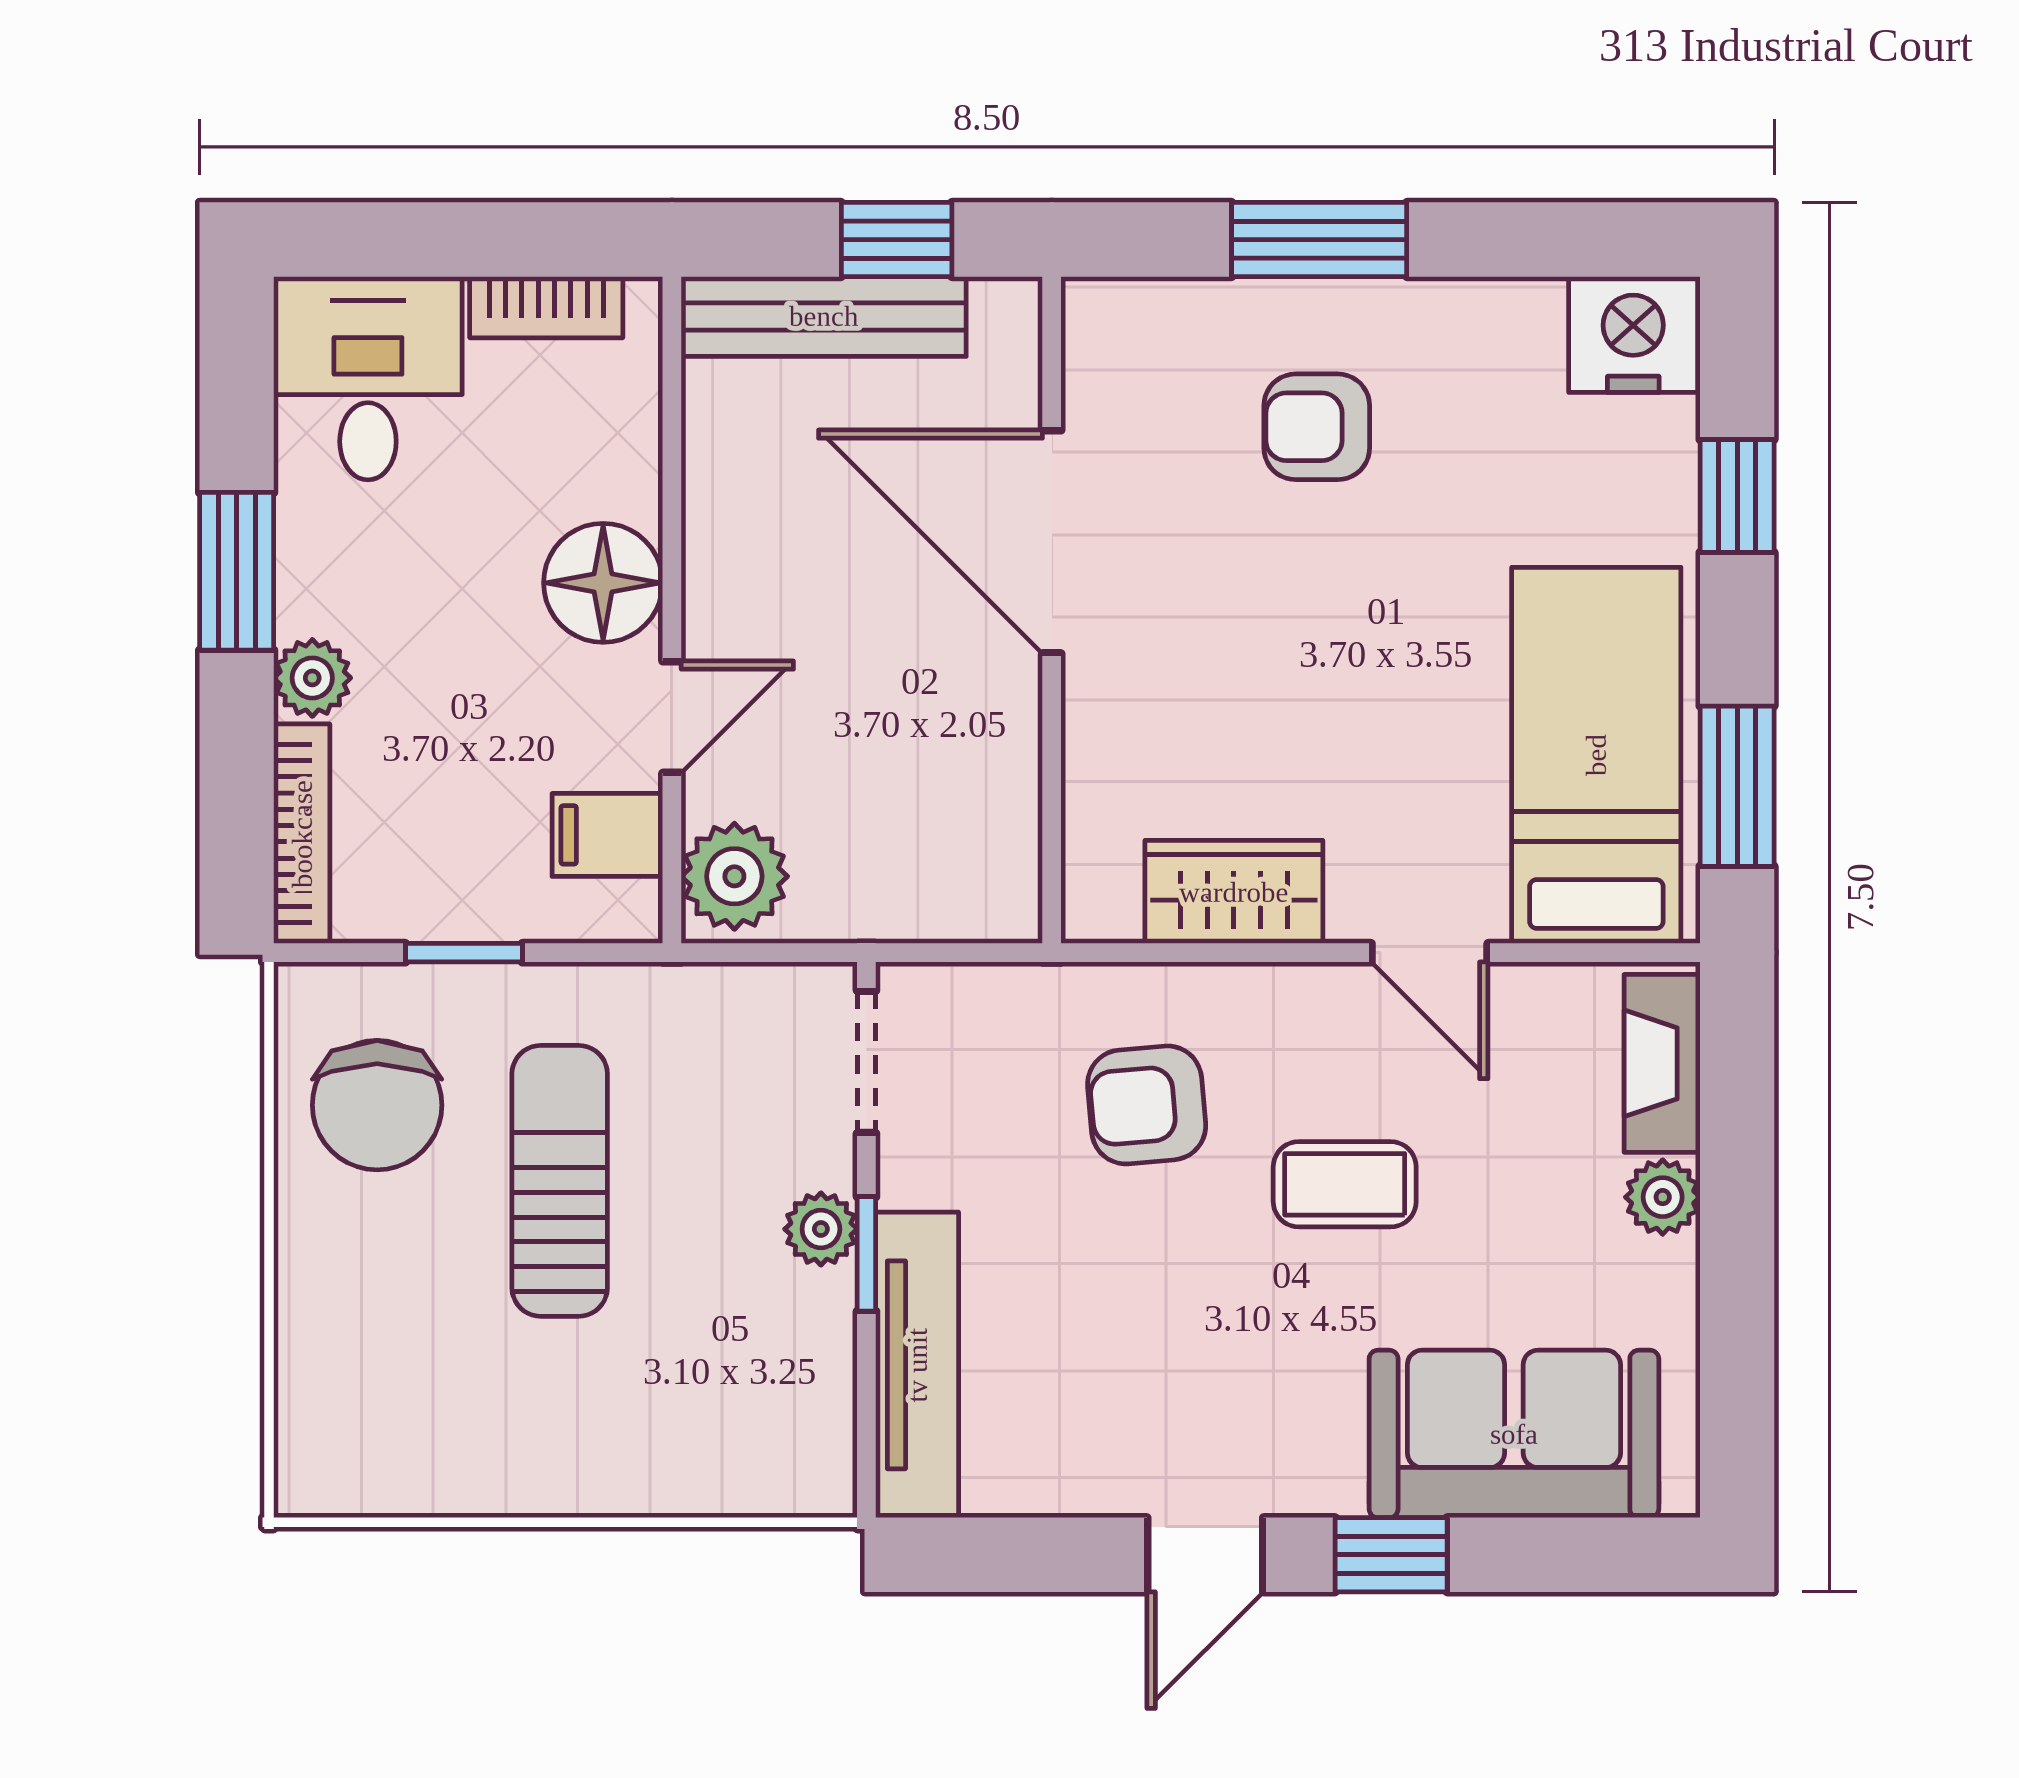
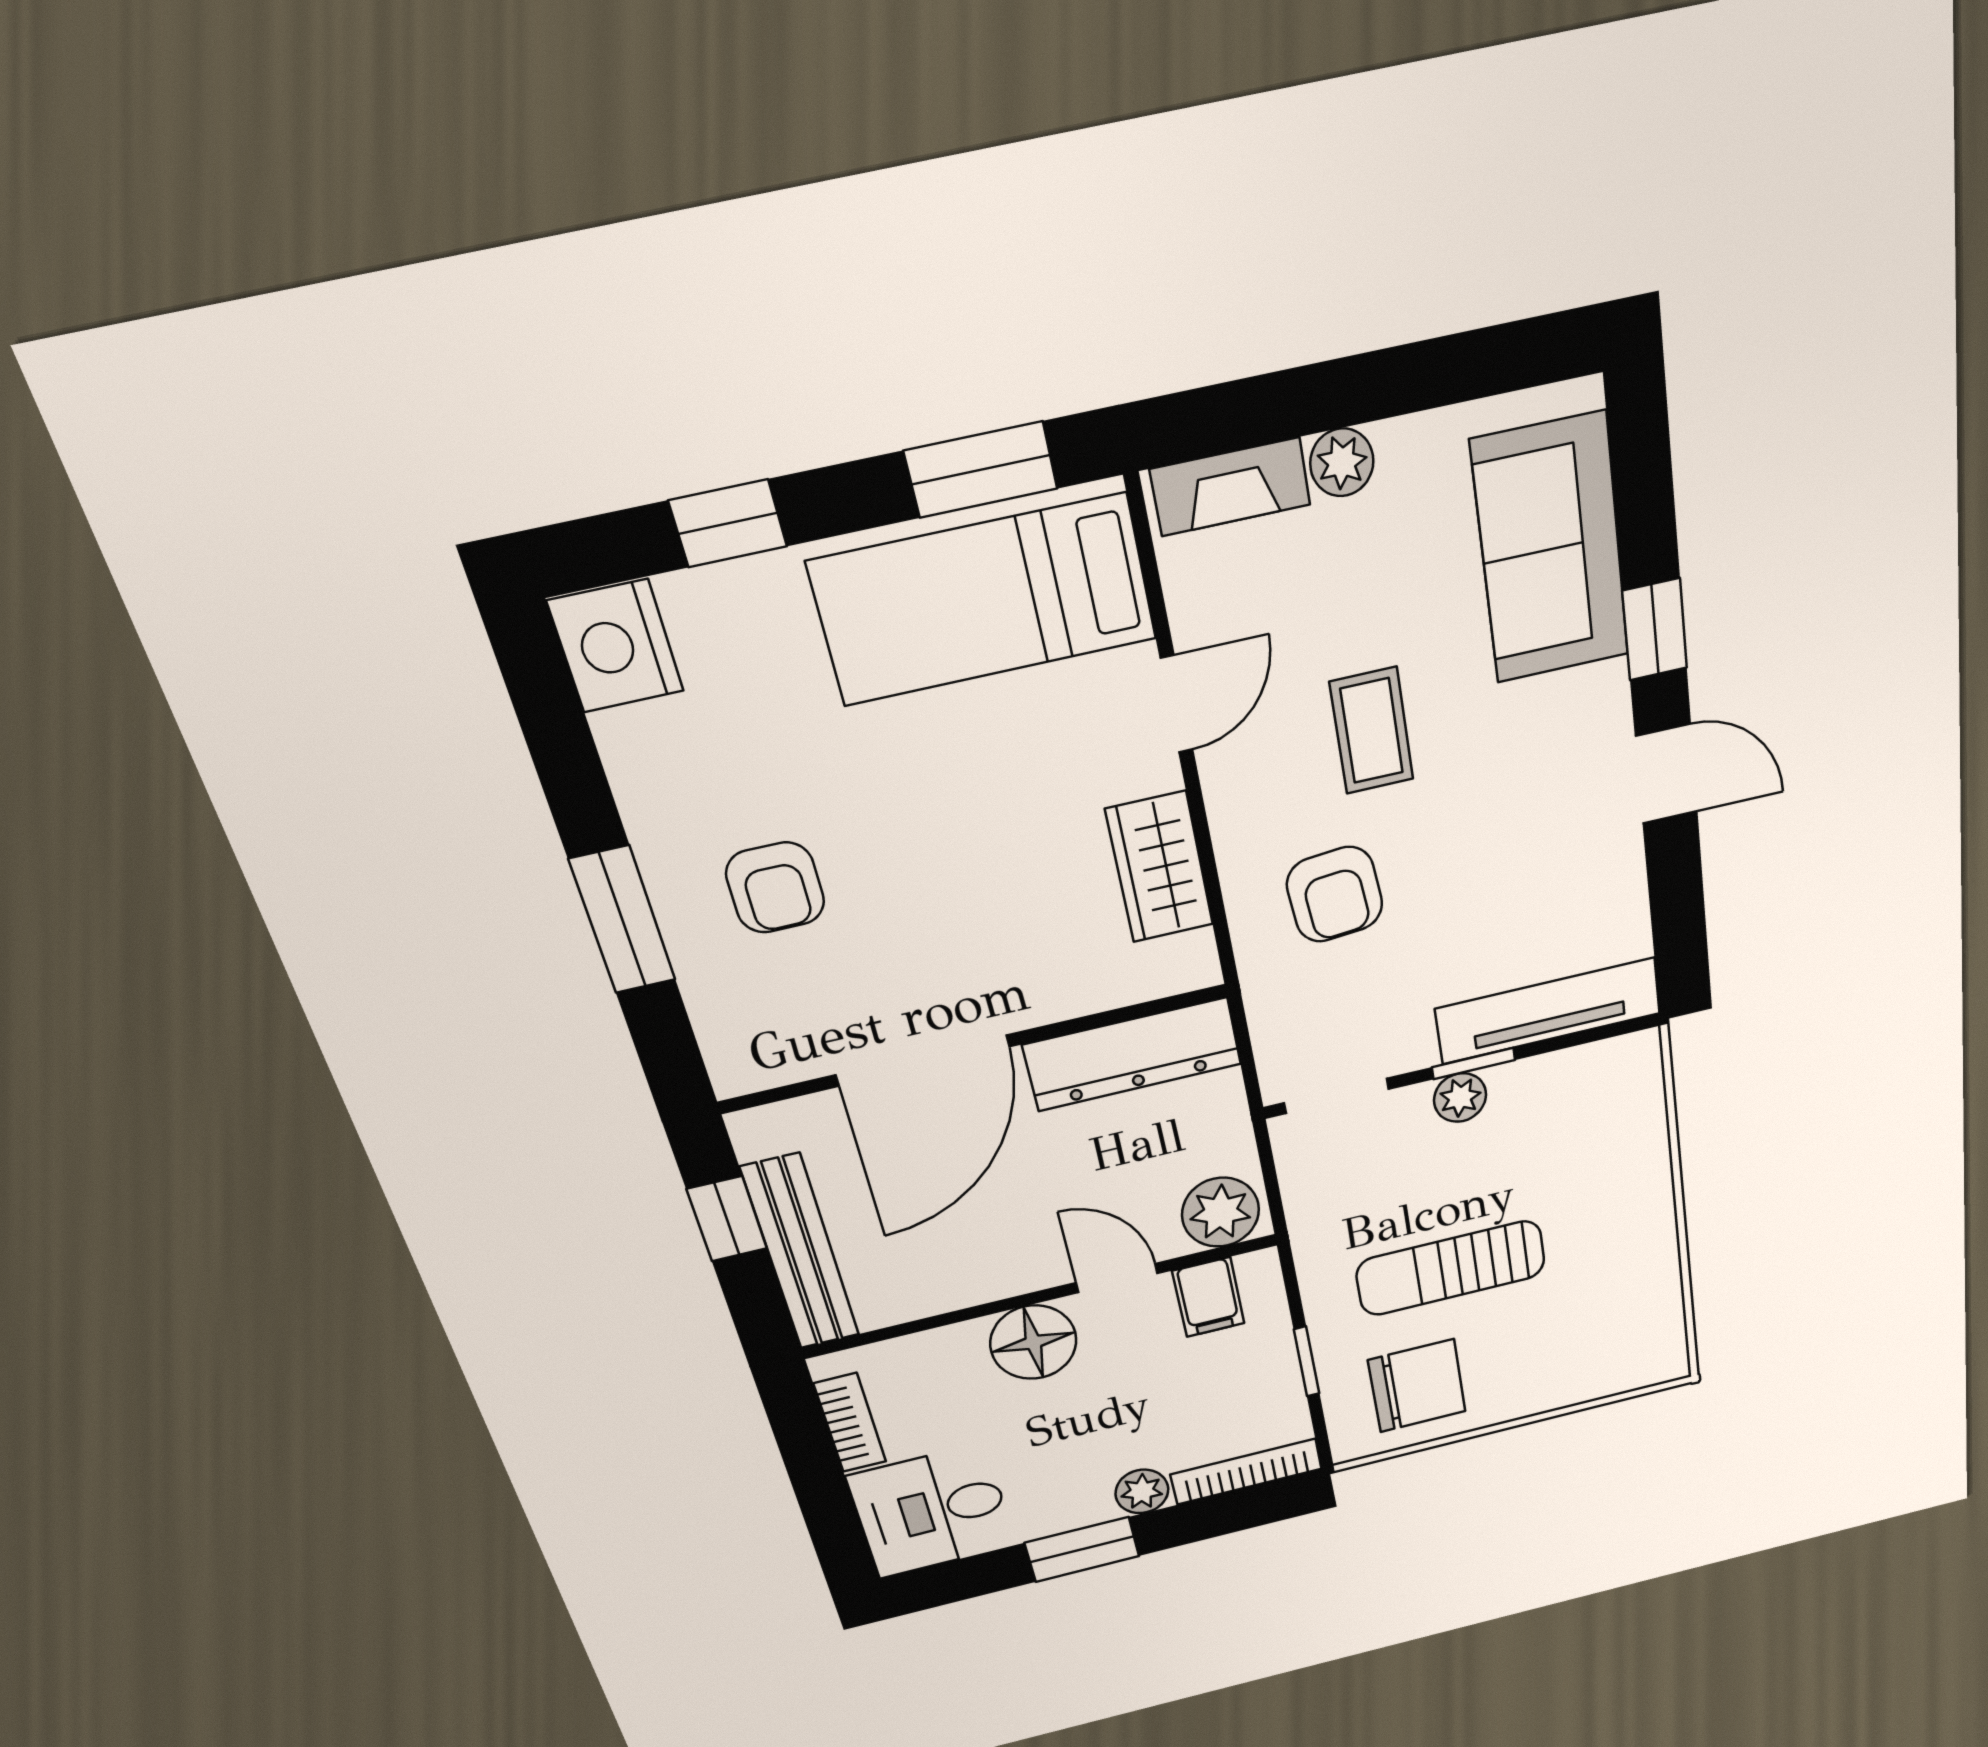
dresser: (994, 807) -> (1132, 1054), added

